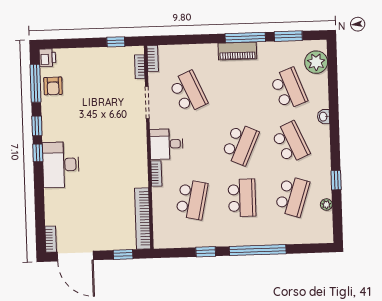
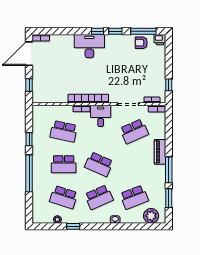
piano: (237, 51) -> (160, 152), moved
bookcase: (143, 219) -> (88, 99), moved

